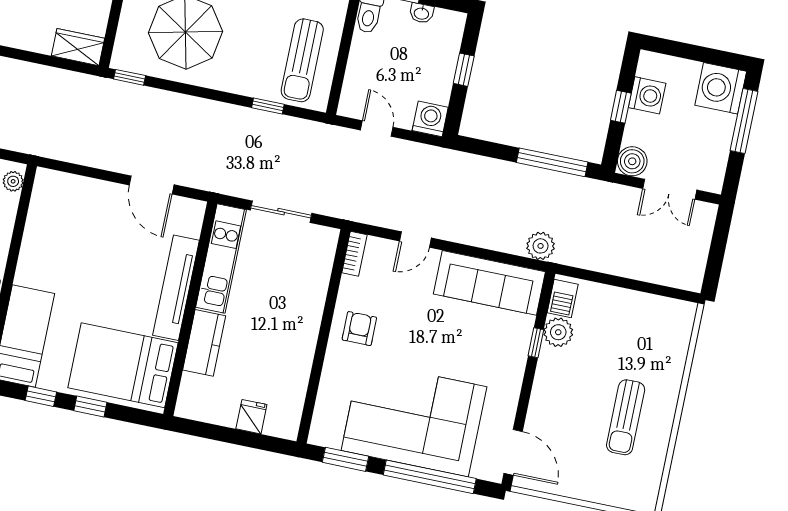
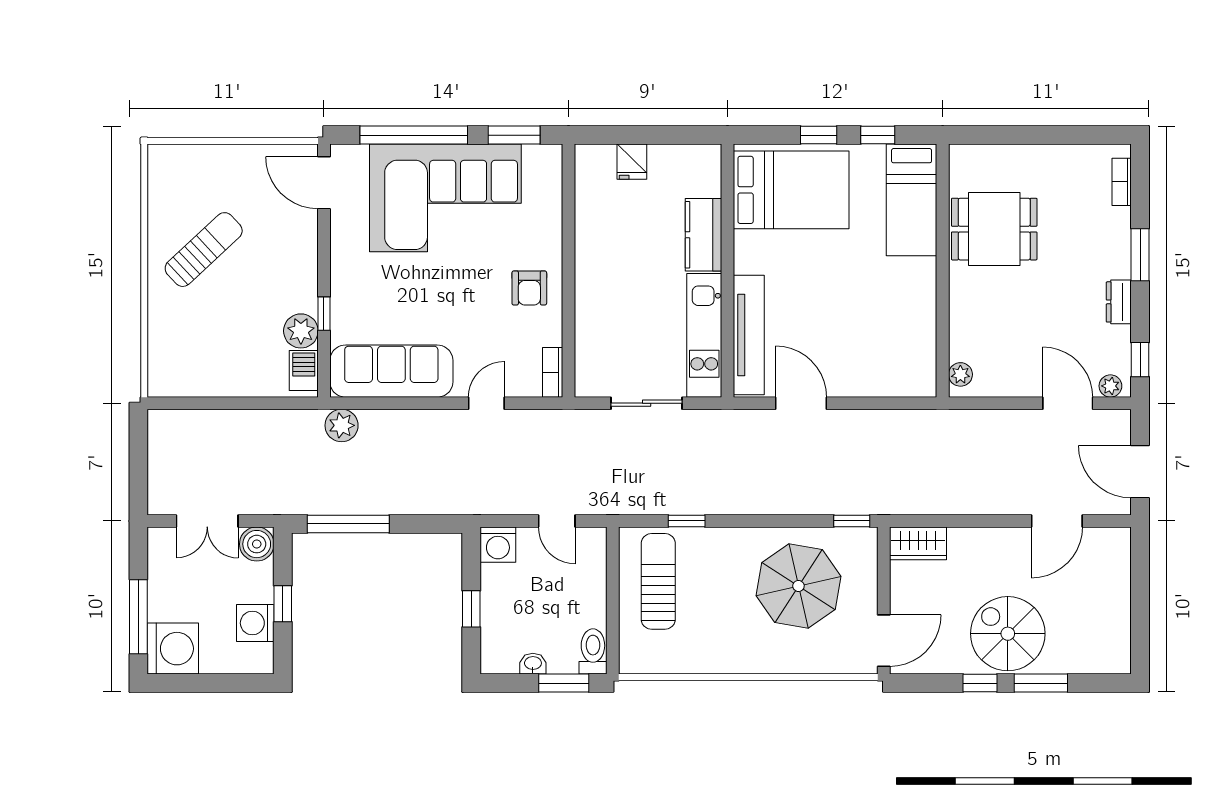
double door: (670, 189) -> (207, 521), swing flipped
tv unit: (176, 288) -> (749, 335), moved
sun lounger: (626, 417) -> (204, 250), turned 47

